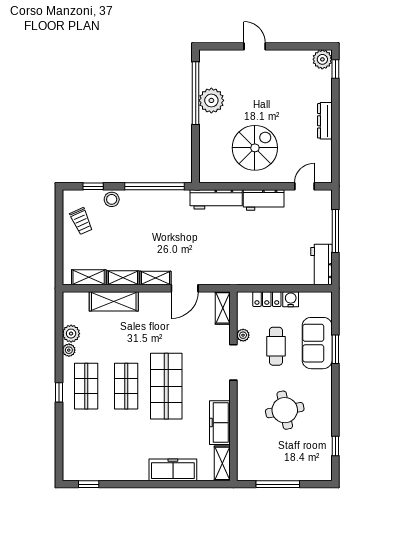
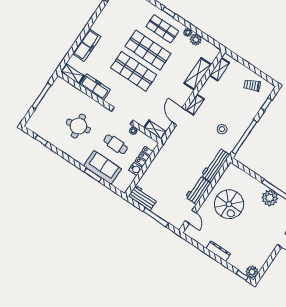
stool: (112, 199) -> (222, 129), moved
shelving: (123, 278) -> (207, 87), removed
shop shelf: (126, 386) -> (148, 50), width x1.43, depth x1.36

